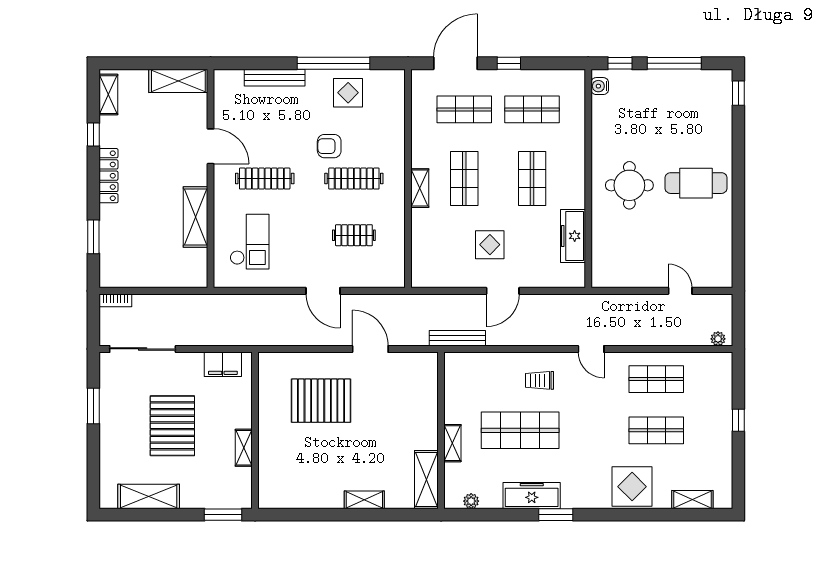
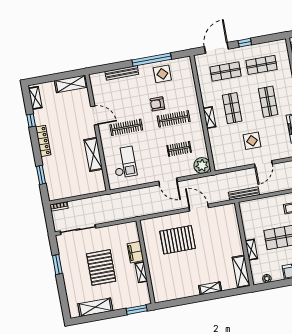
plant: (390, 273) -> (202, 165), added
filing cabinet: (223, 364) -> (135, 252), moved, turned 90

